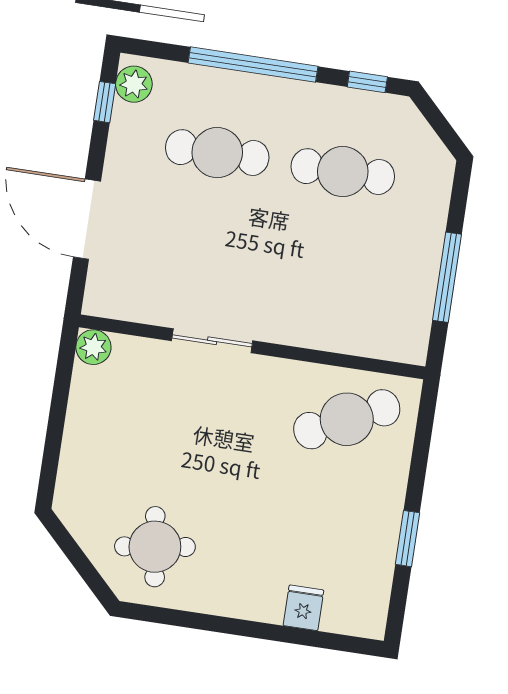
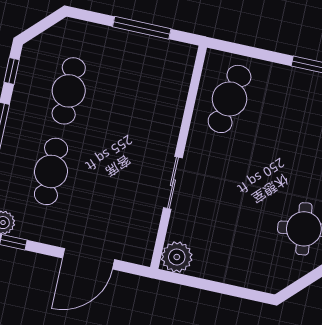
plant: (93, 347) -> (177, 257), width x1.36, depth x1.36
cafe table: (347, 419) -> (230, 99), turned 36

